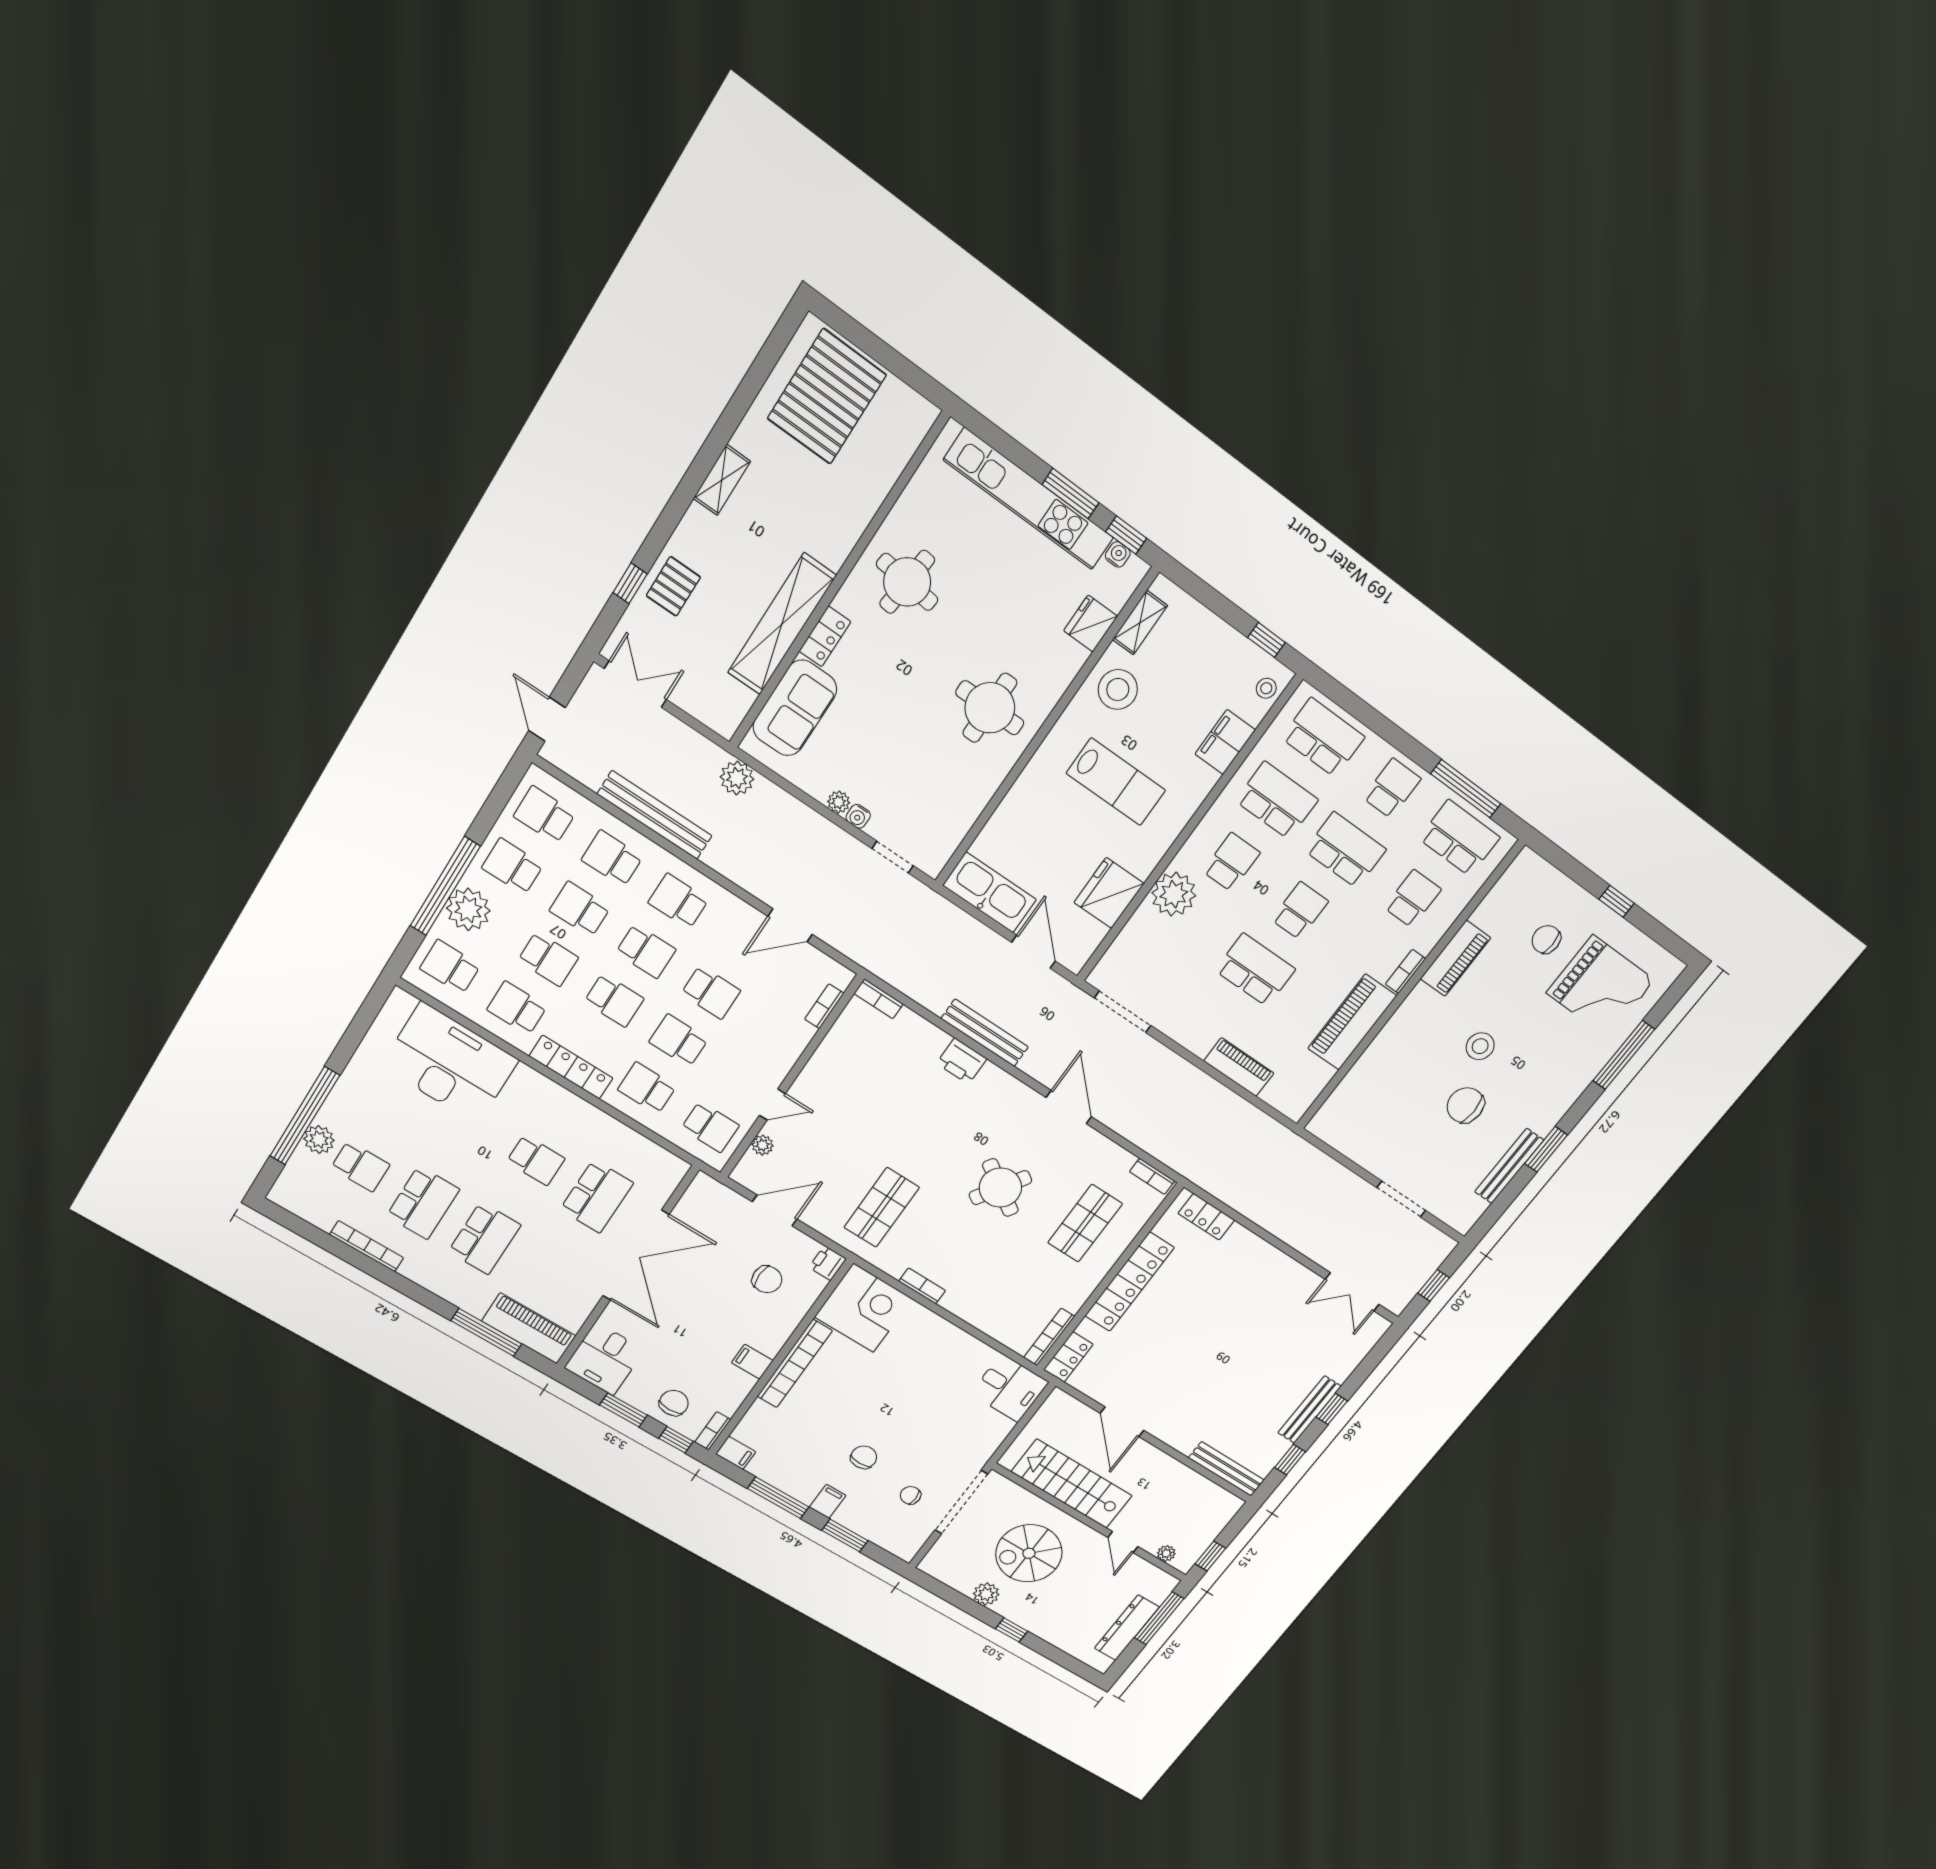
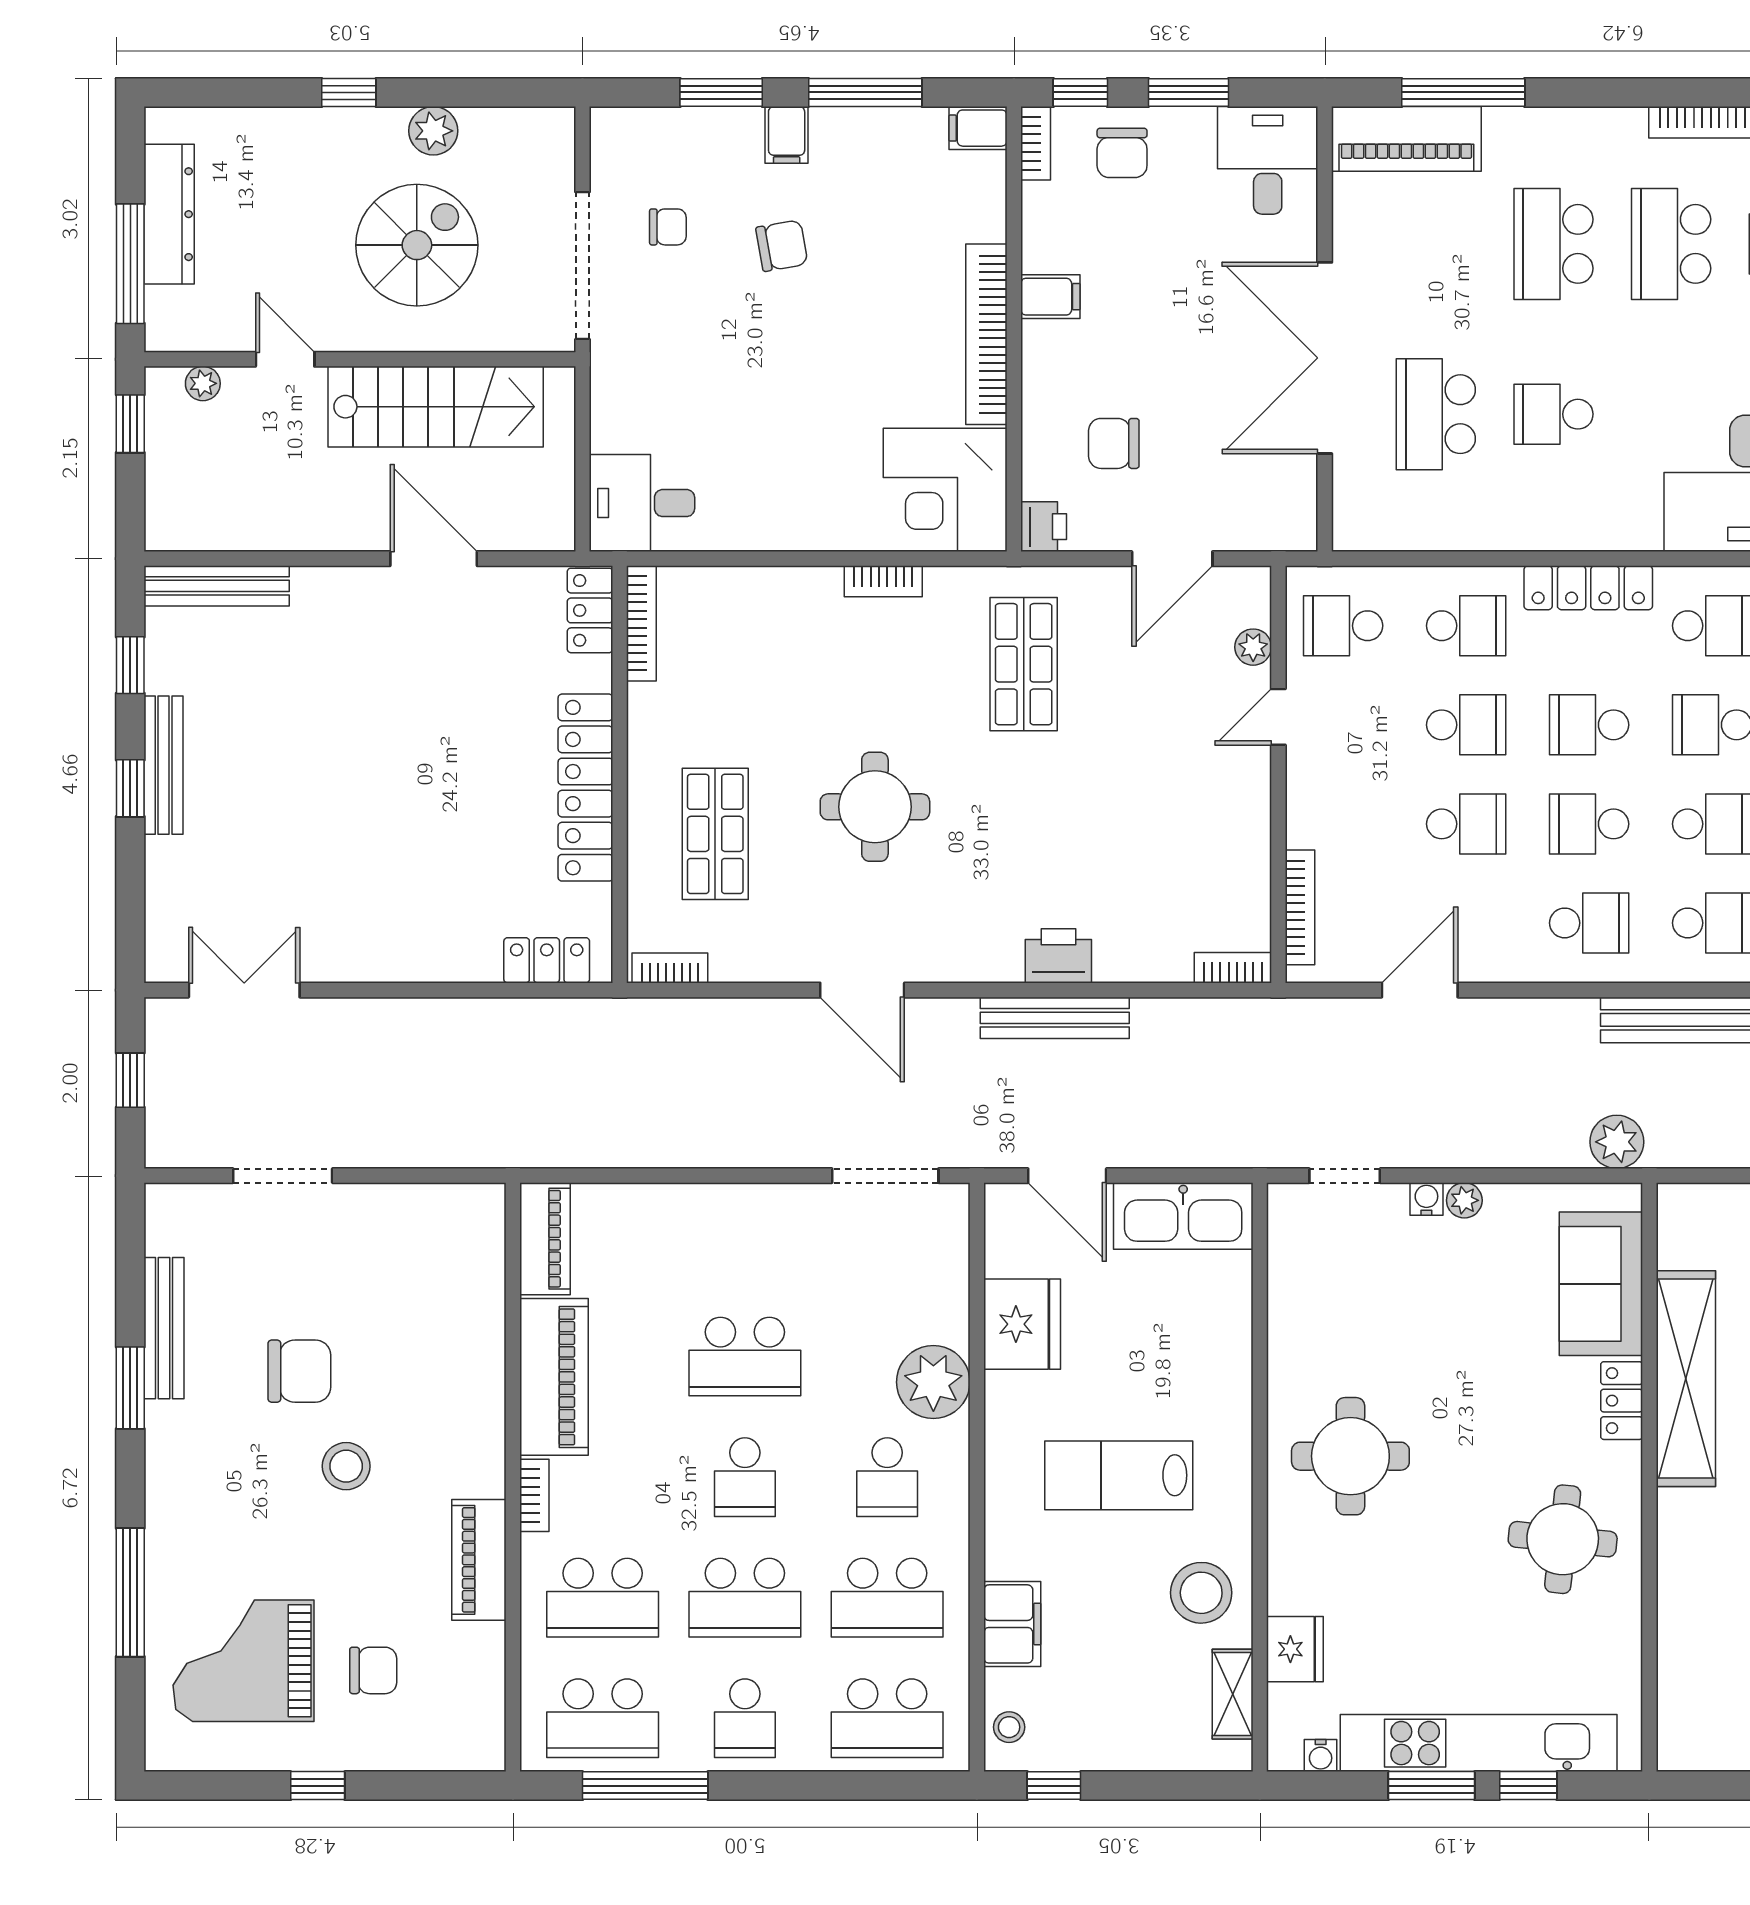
window: (1126, 535) -> (1528, 1786), moved
school desk: (1413, 899) -> (603, 1598), width x1.85
school desk: (711, 992) -> (1466, 824), turned 180
bookcase: (824, 1006) -> (1300, 907), width x1.56
piano: (1239, 1067) -> (545, 1239), moved, turned -90
round table: (1000, 1188) -> (875, 807), turned -33
chair: (864, 1457) -> (782, 246), turned -100

